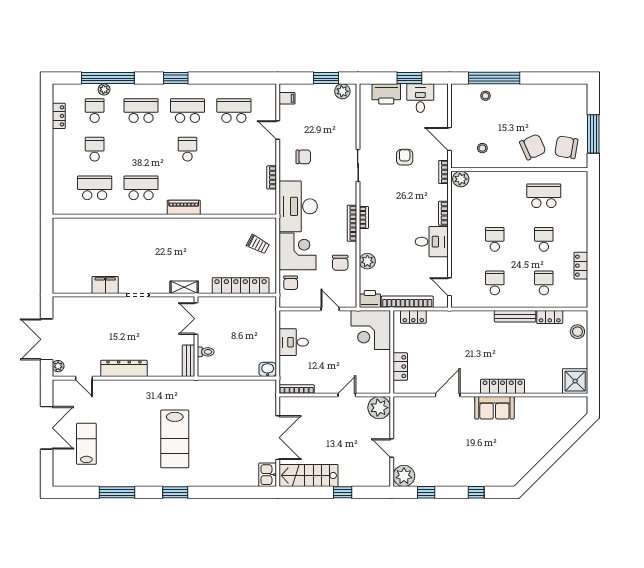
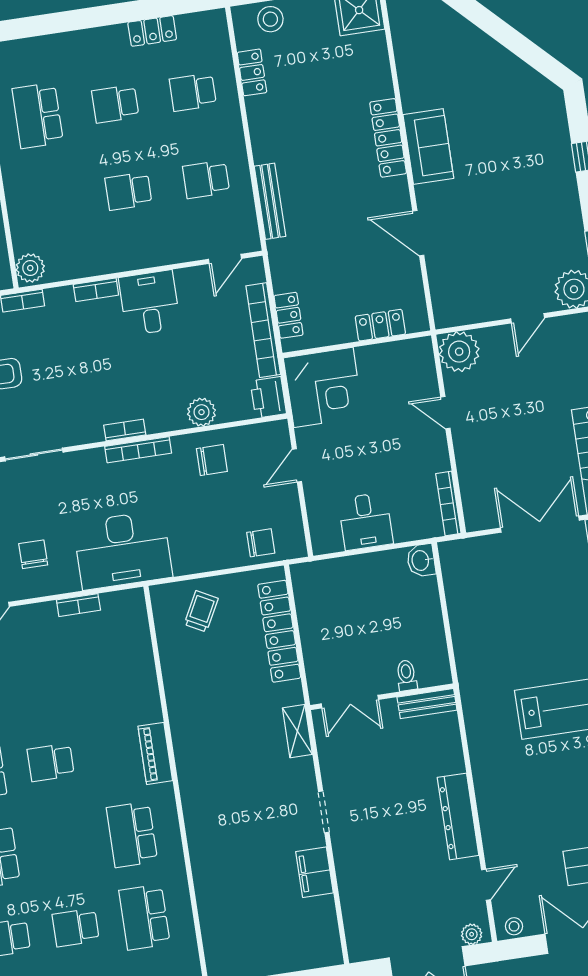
corner desk: (298, 251) -> (203, 539), removed
bench: (515, 316) -> (270, 201), moved
stool: (59, 390) -> (514, 926), added

